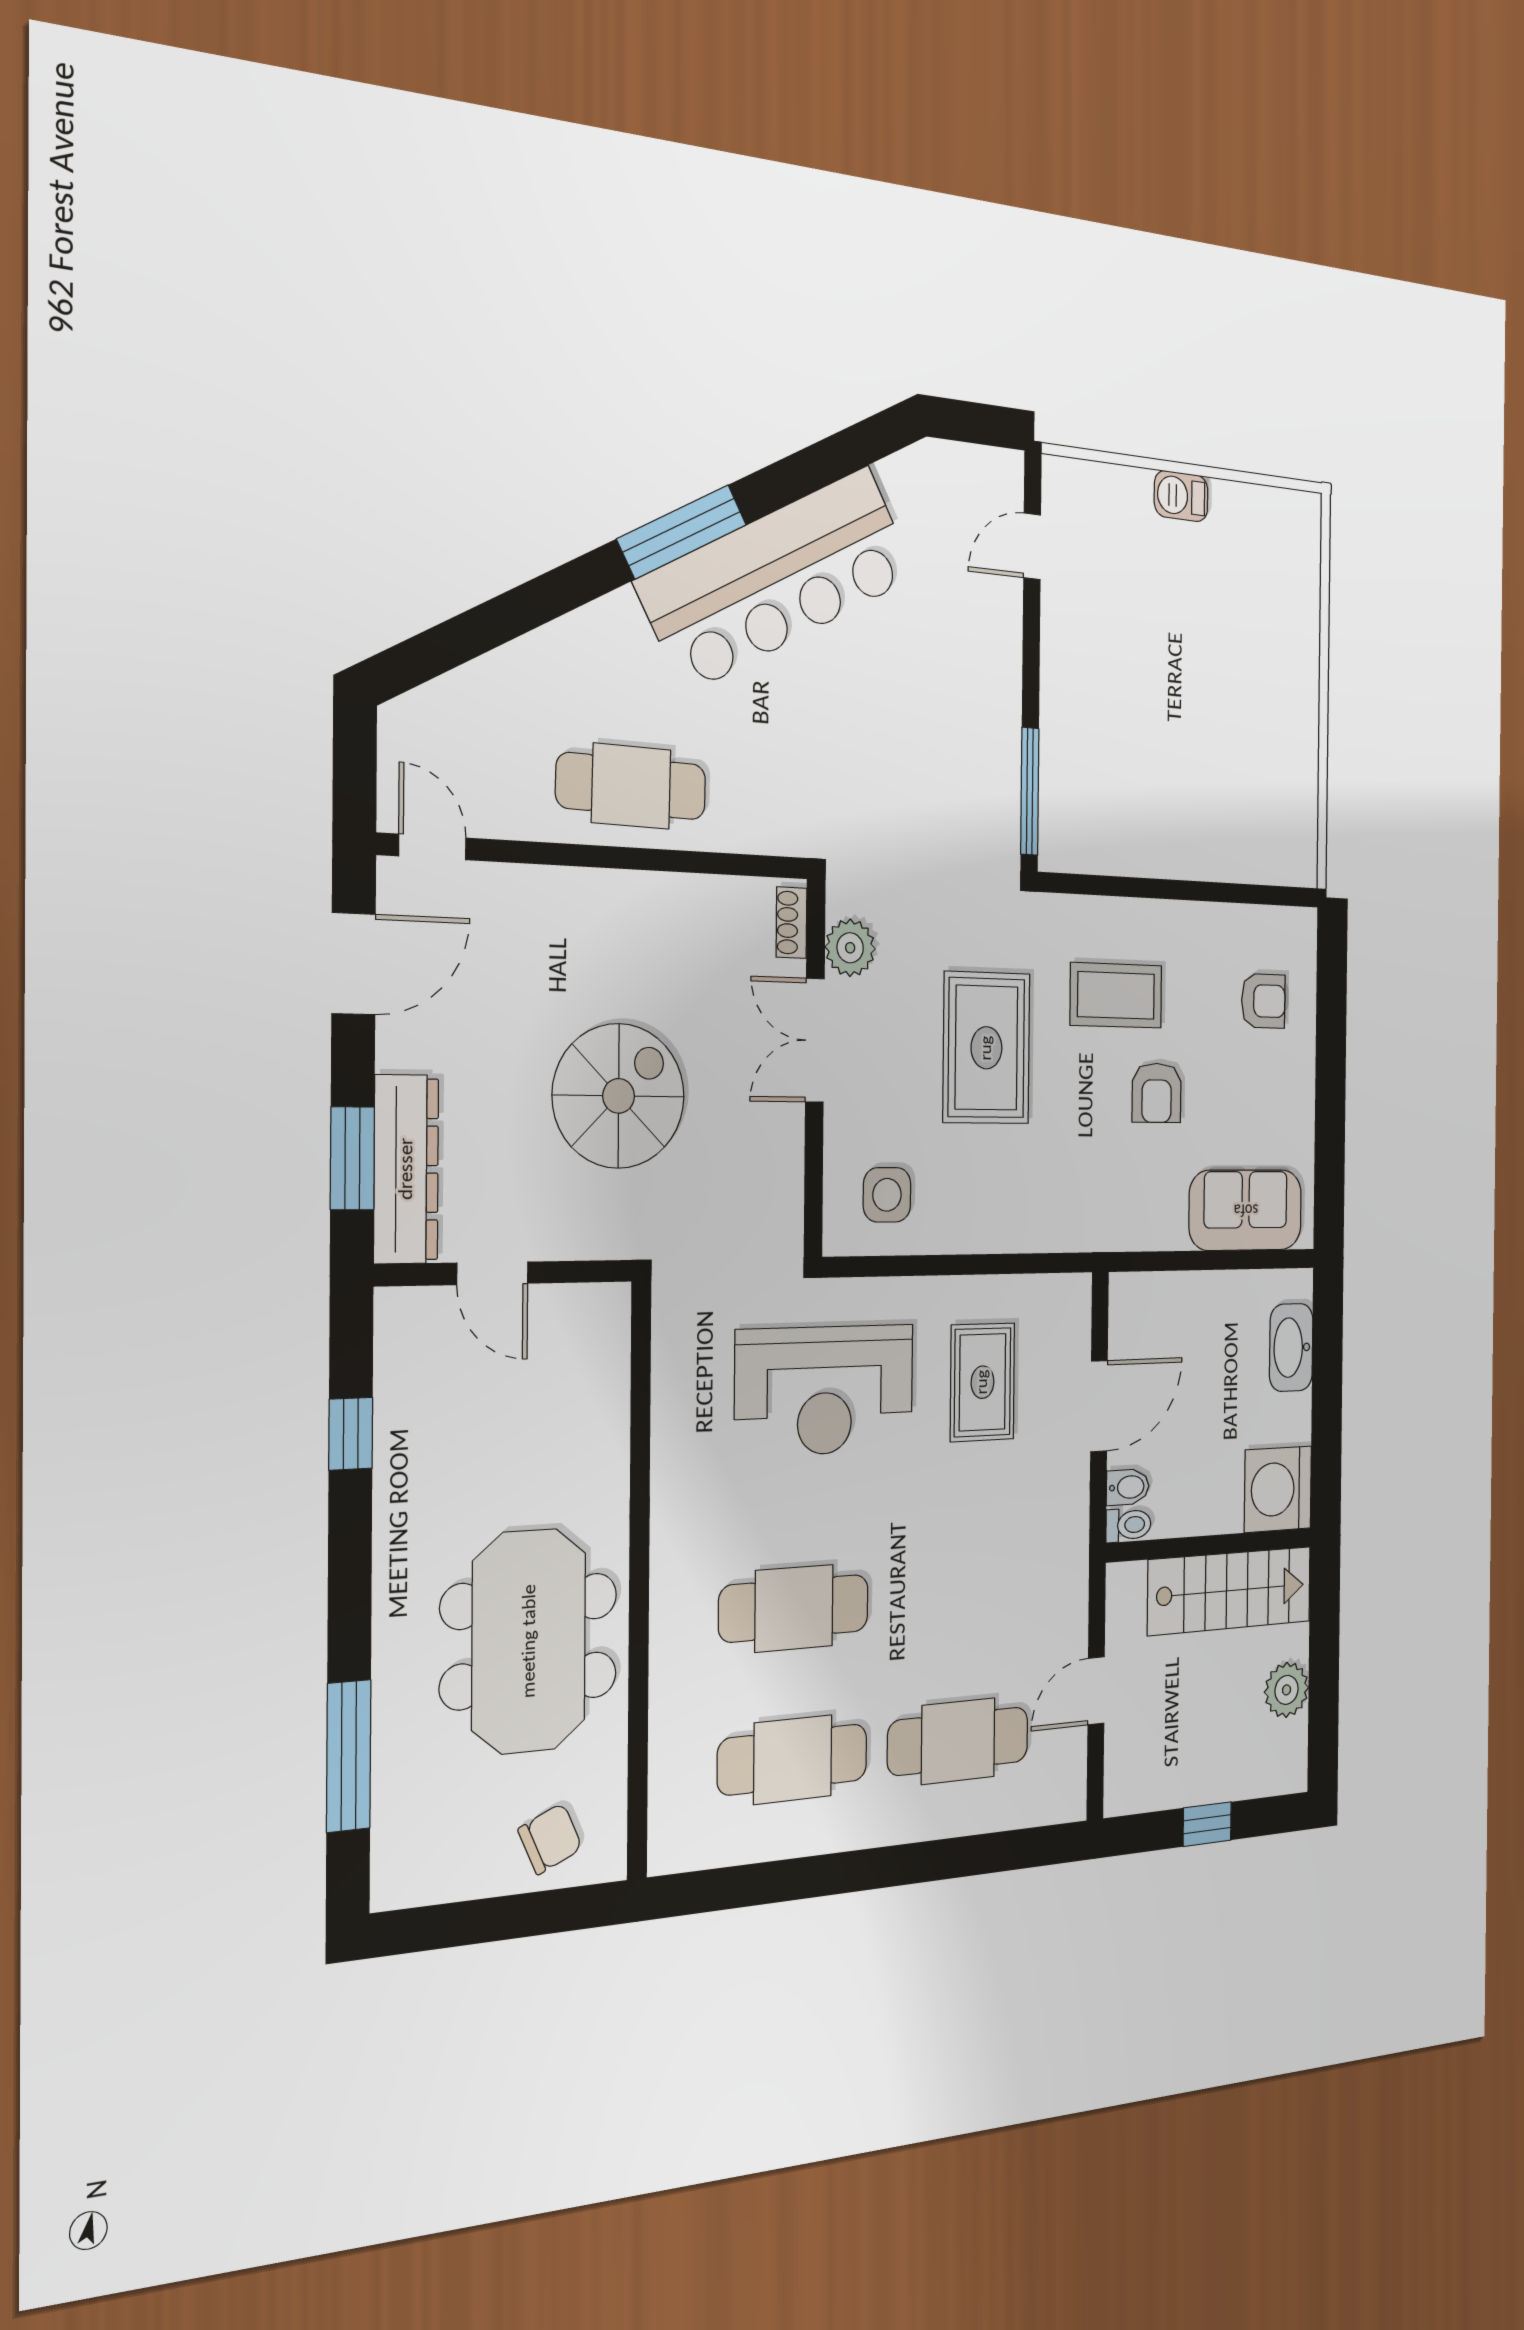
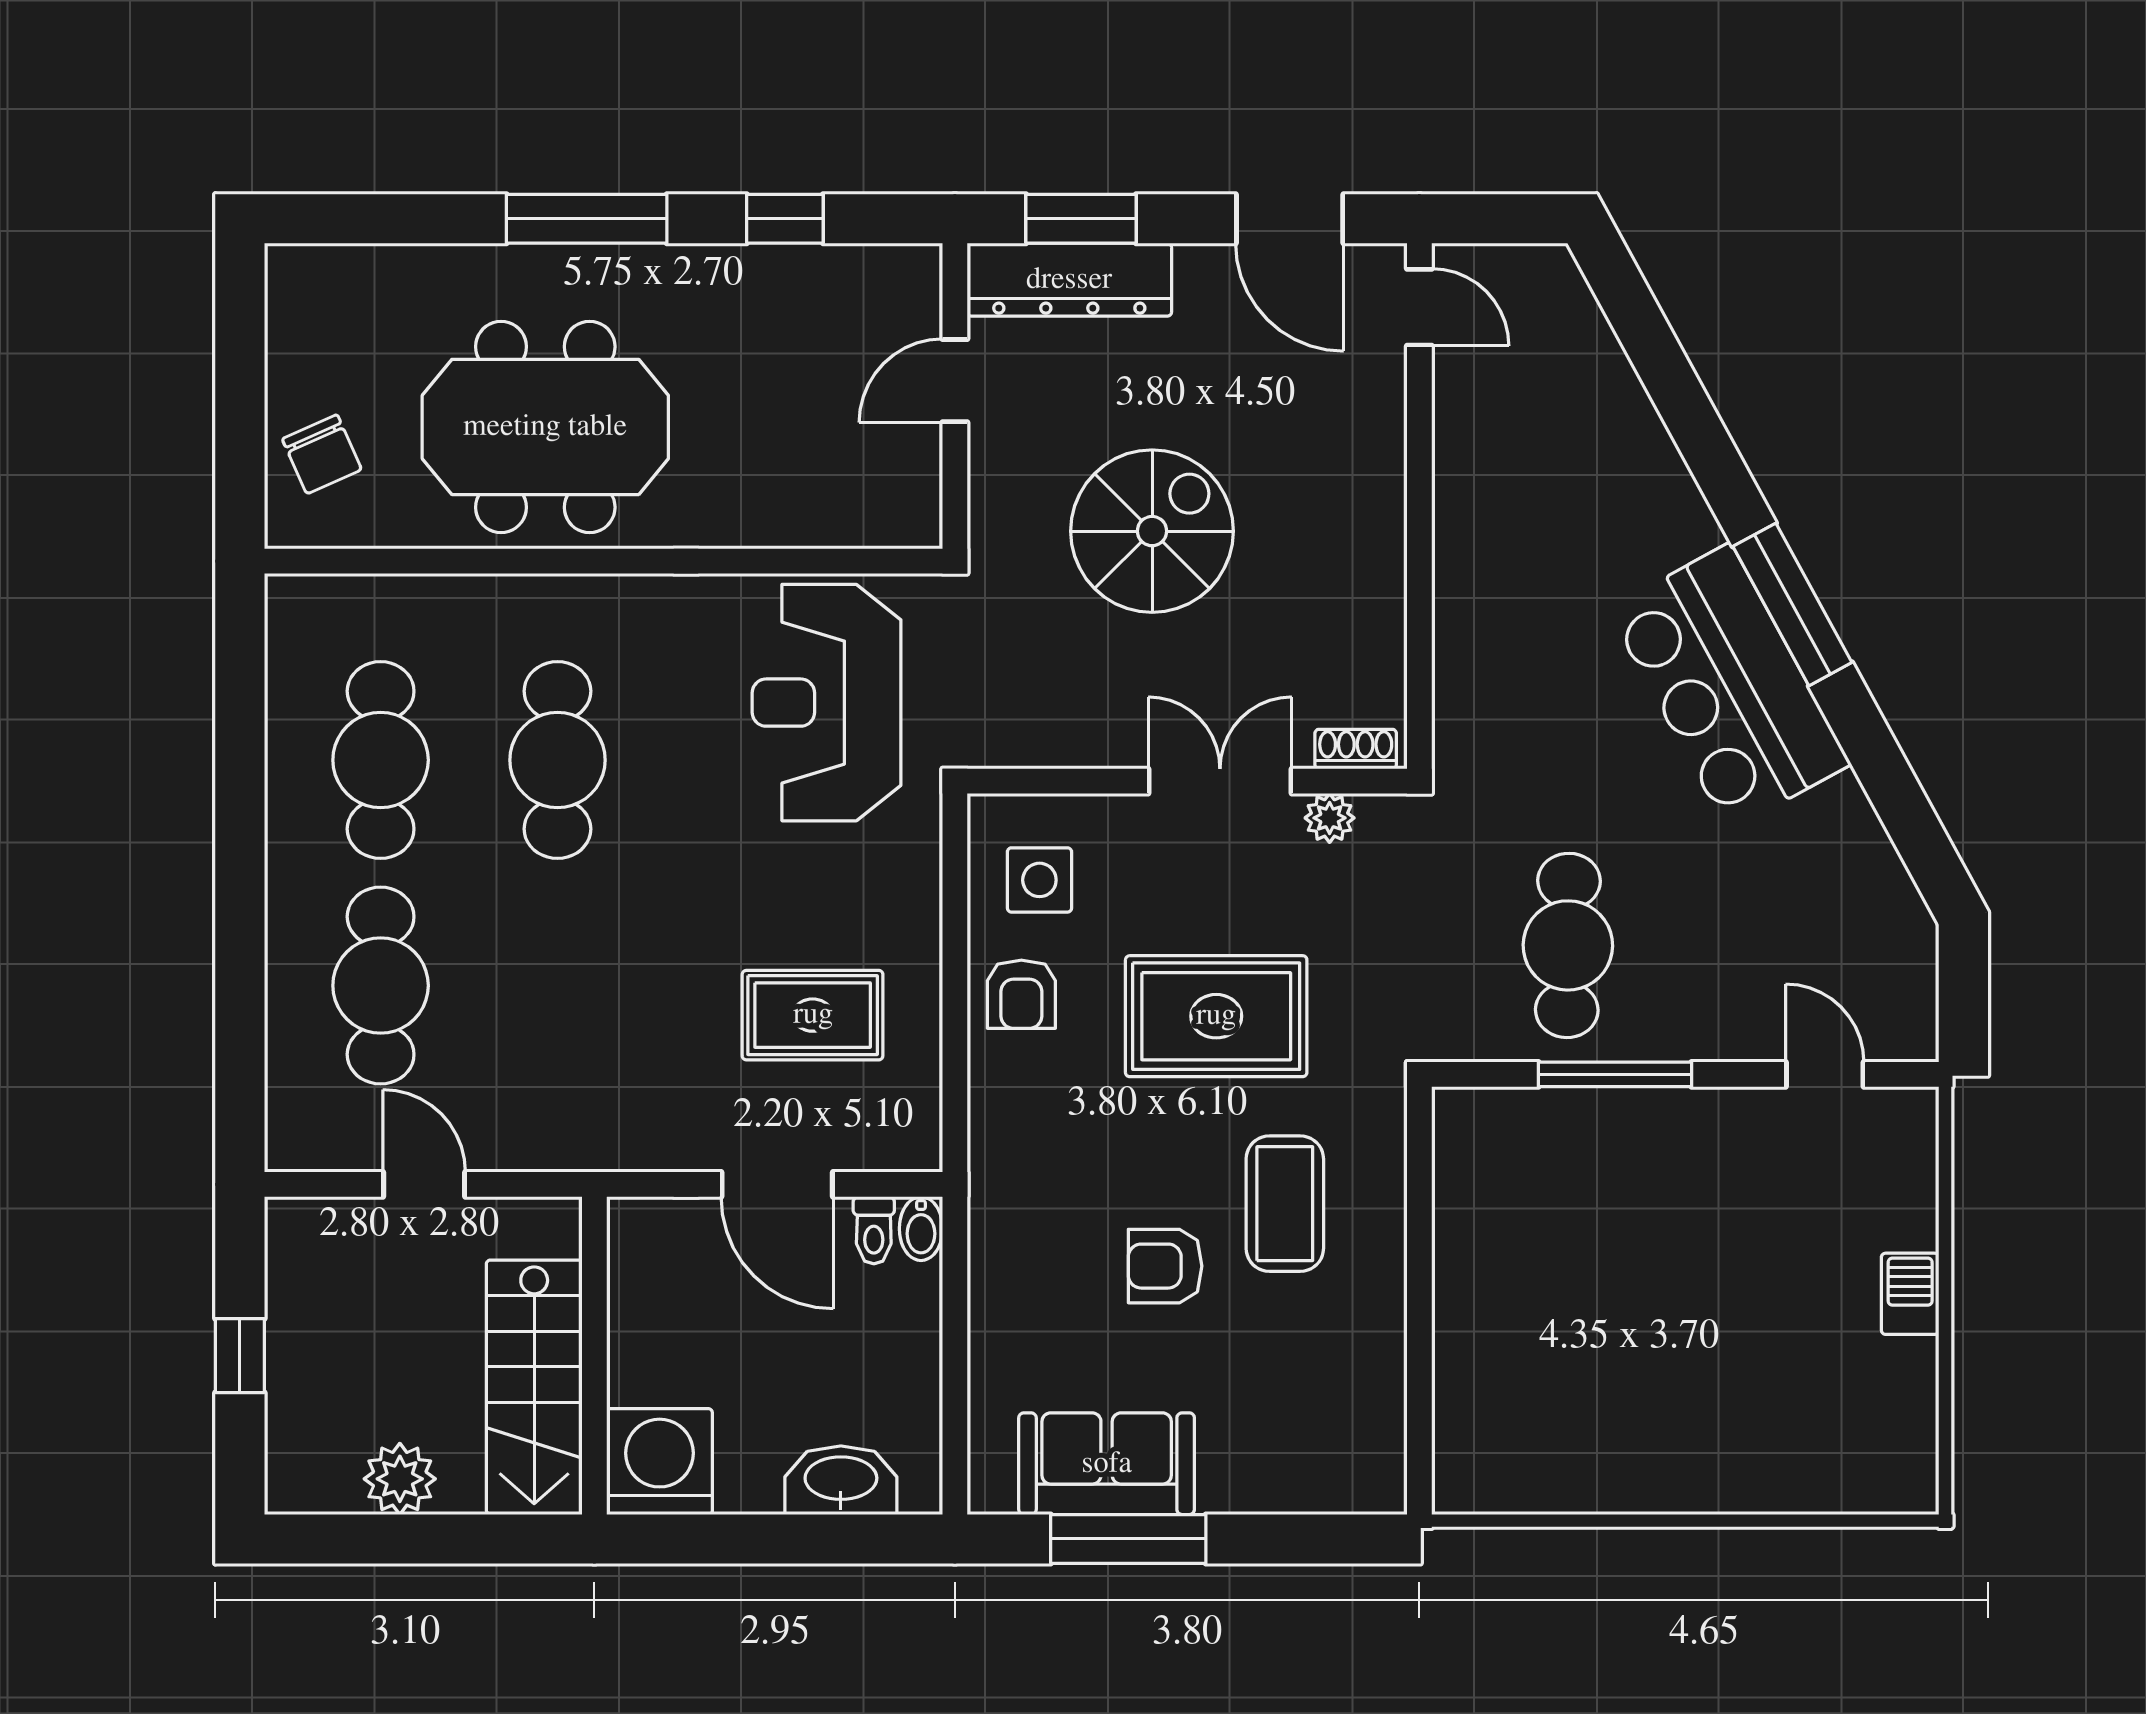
bar counter: (778, 579) -> (1729, 687), width x0.73
cafe table: (631, 786) -> (1568, 945), moved
window: (1030, 791) -> (1615, 1074), moved
door: (432, 847) -> (1419, 307), hinge flipped
plant: (850, 948) -> (1330, 818), width x0.73, depth x0.73
armchair: (1263, 1001) -> (1021, 994), moved
spiral stairs: (619, 1096) -> (1152, 531), turned -90
window: (1330, 1124) -> (1128, 1539), added
sofa: (1246, 1210) -> (1107, 1464), moved, turned -90
reception desk: (825, 1390) -> (827, 703), moved
bidet: (1128, 1487) -> (921, 1229), moved
toilet: (1128, 1525) -> (874, 1230), moved
window: (349, 1756) -> (587, 219), moved

